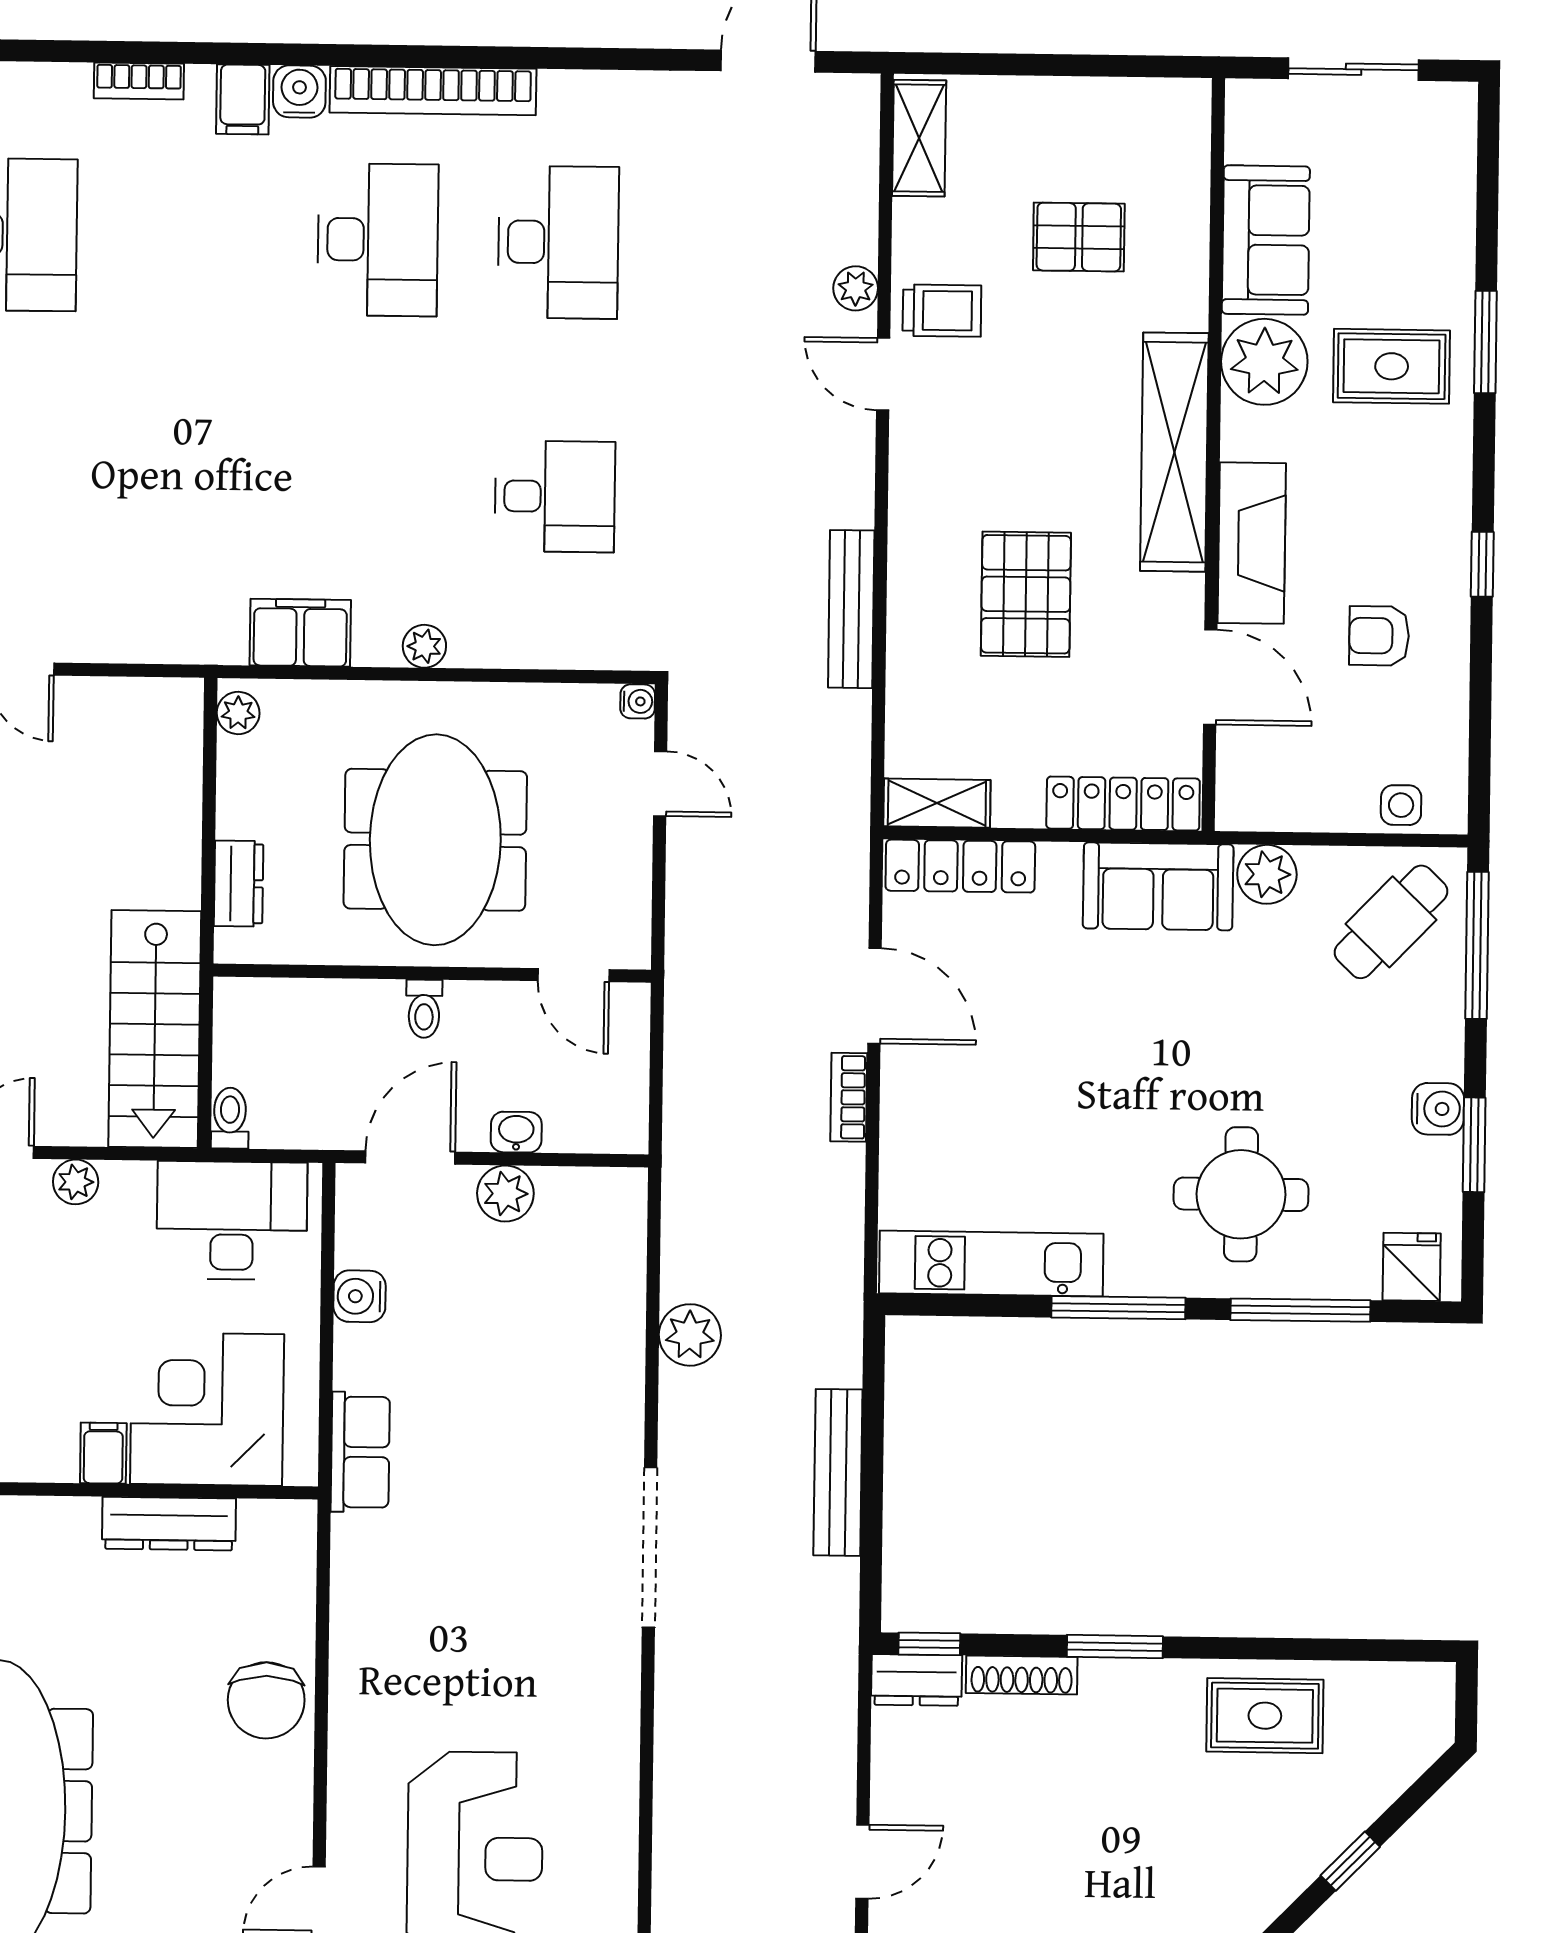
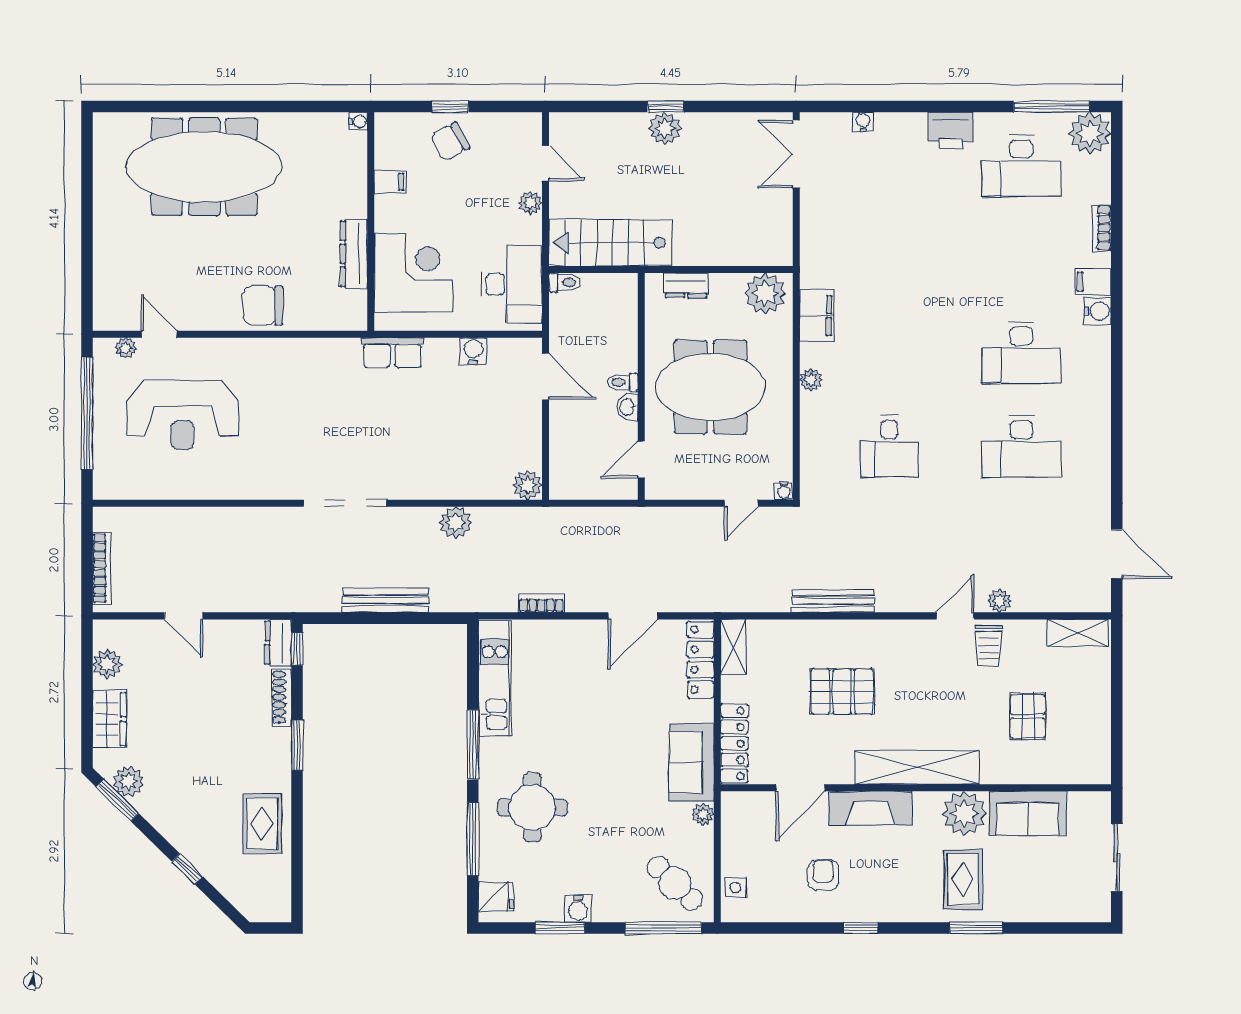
bookcase: (433, 91) -> (1099, 380), removed
plant: (238, 713) -> (765, 293), width x1.87, depth x1.87
plant: (1267, 874) -> (703, 814), width x0.73, depth x0.73
bookcase: (849, 1097) -> (541, 603), moved
washbasin: (516, 1132) -> (627, 407), moved, turned 180
plant: (505, 1194) -> (528, 485), moved
filing cabinet: (103, 1453) -> (390, 182), moved

